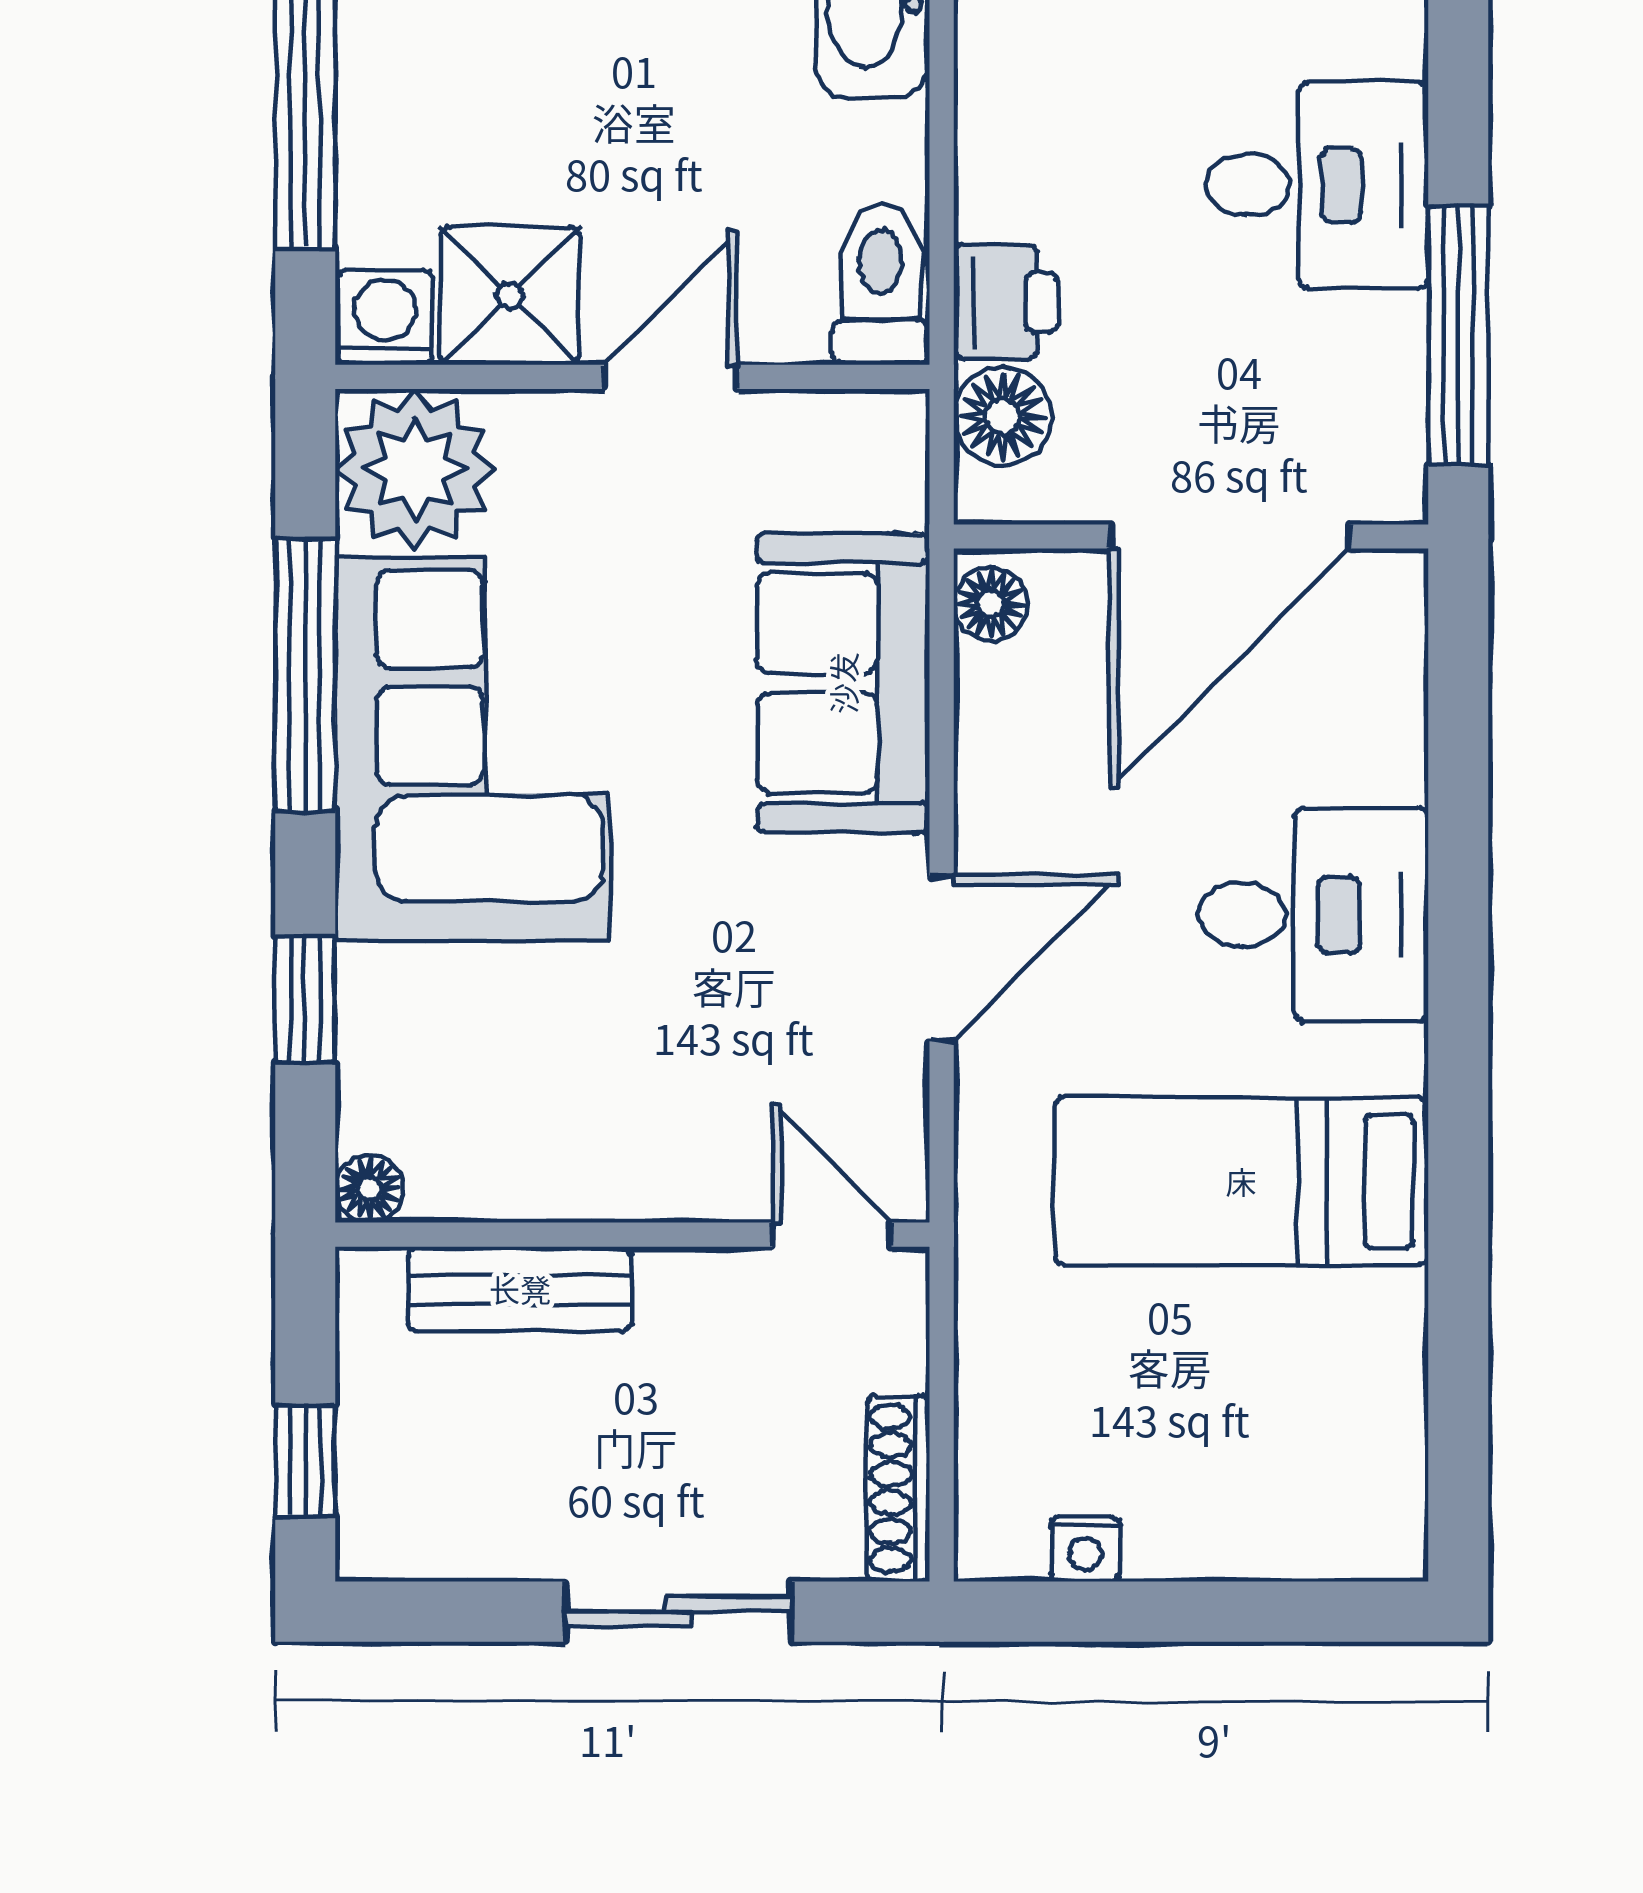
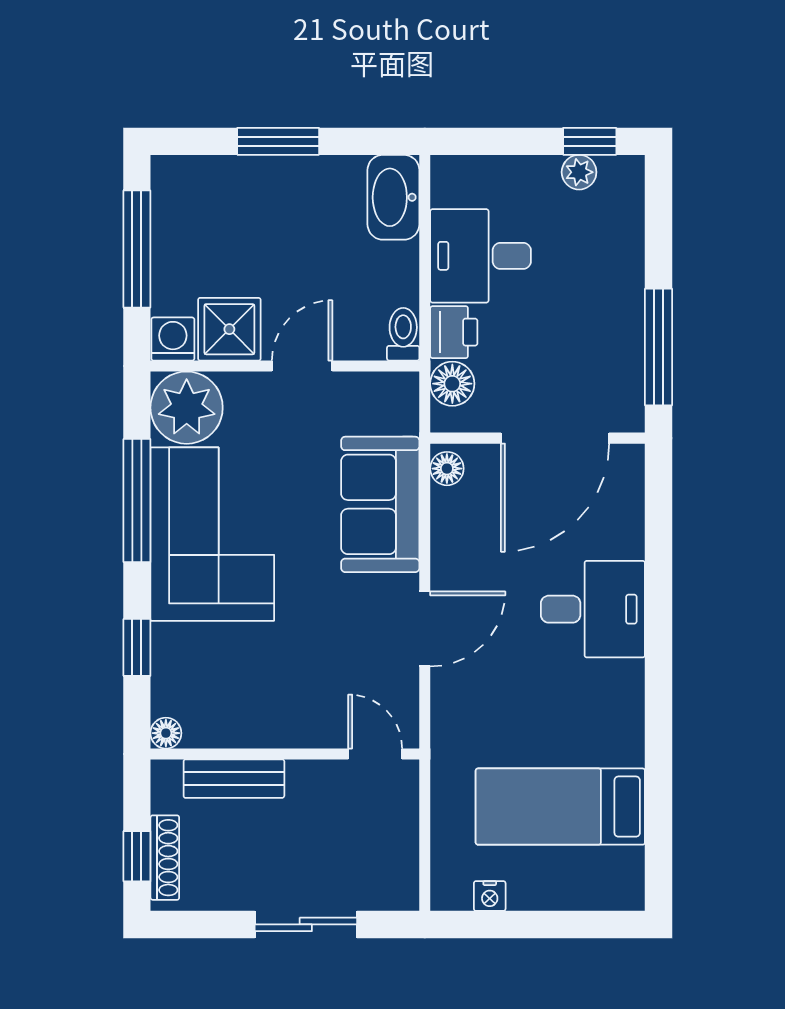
desk: (1317, 185) -> (481, 256), moved, turned 180
toilet: (881, 284) -> (403, 334), width x0.73, depth x0.72
bed: (1241, 1181) -> (560, 807), moved
shoe rack: (898, 1488) -> (165, 858), moved, turned 180

